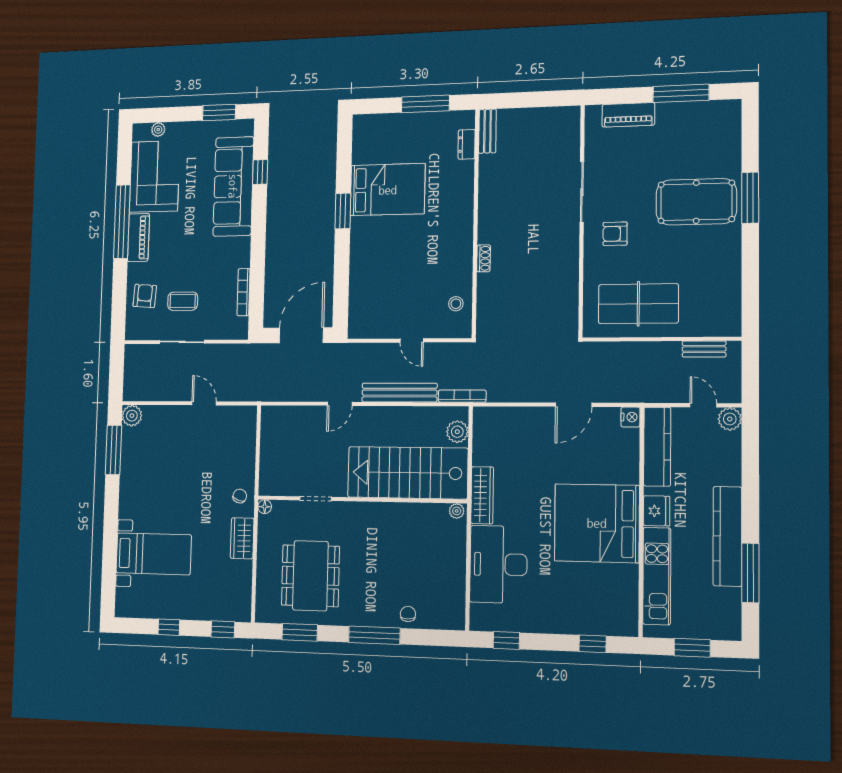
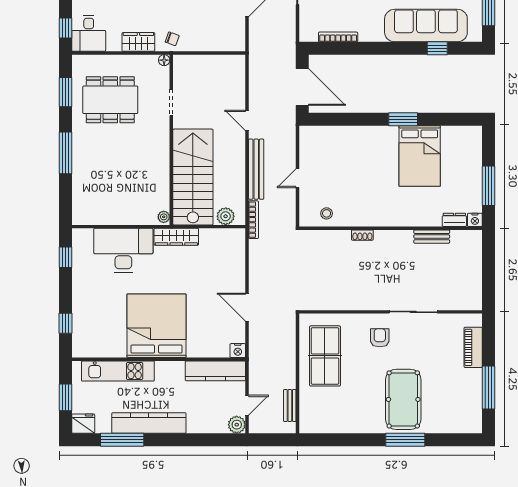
nightstand: (467, 119) -> (475, 220), added
bench: (487, 131) -> (432, 237), moved
fridge: (656, 511) -> (83, 424), moved, turned 180
desk: (230, 600) -> (89, 33), added
chair: (408, 614) -> (83, 180), removed

